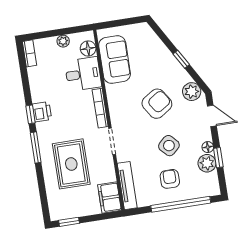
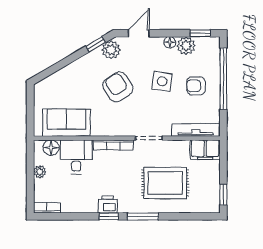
window: (181, 59) -> (96, 44), moved
side table: (169, 146) -> (162, 81), turned -38
window: (218, 158) -> (200, 33), moved

